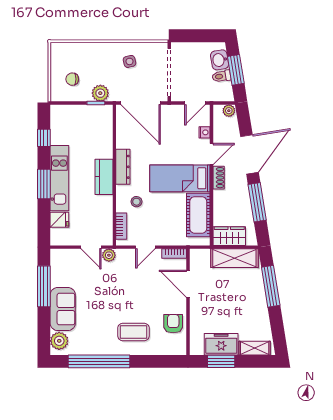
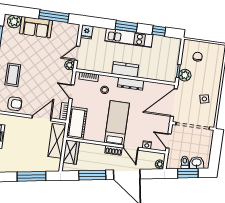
cot: (198, 215) -> (77, 123), moved, turned 90
fridge: (59, 220) -> (87, 32), moved
shelving: (234, 258) -> (57, 141), moved

